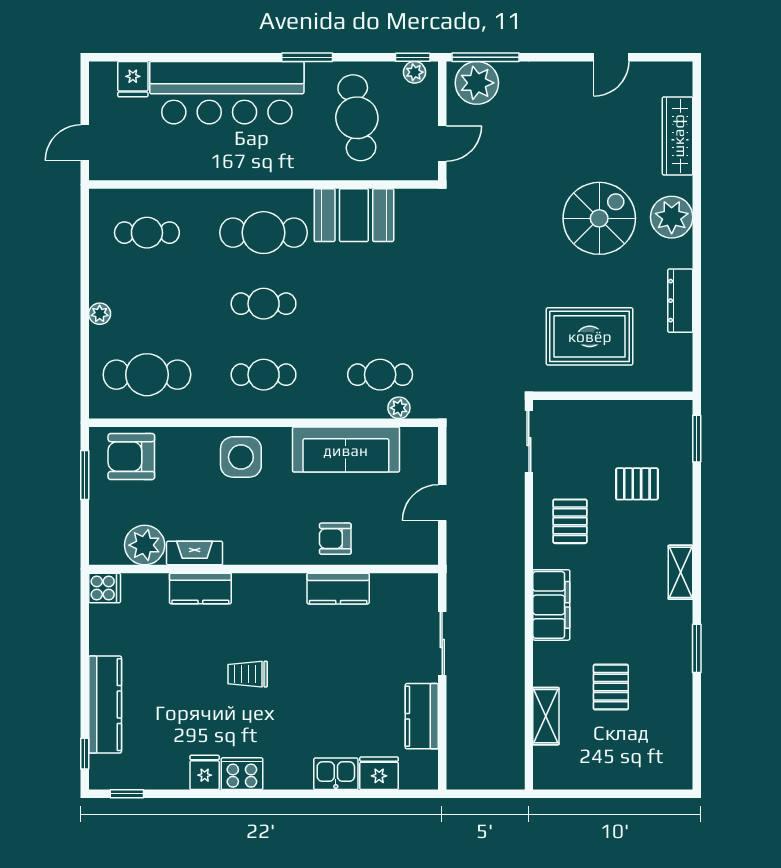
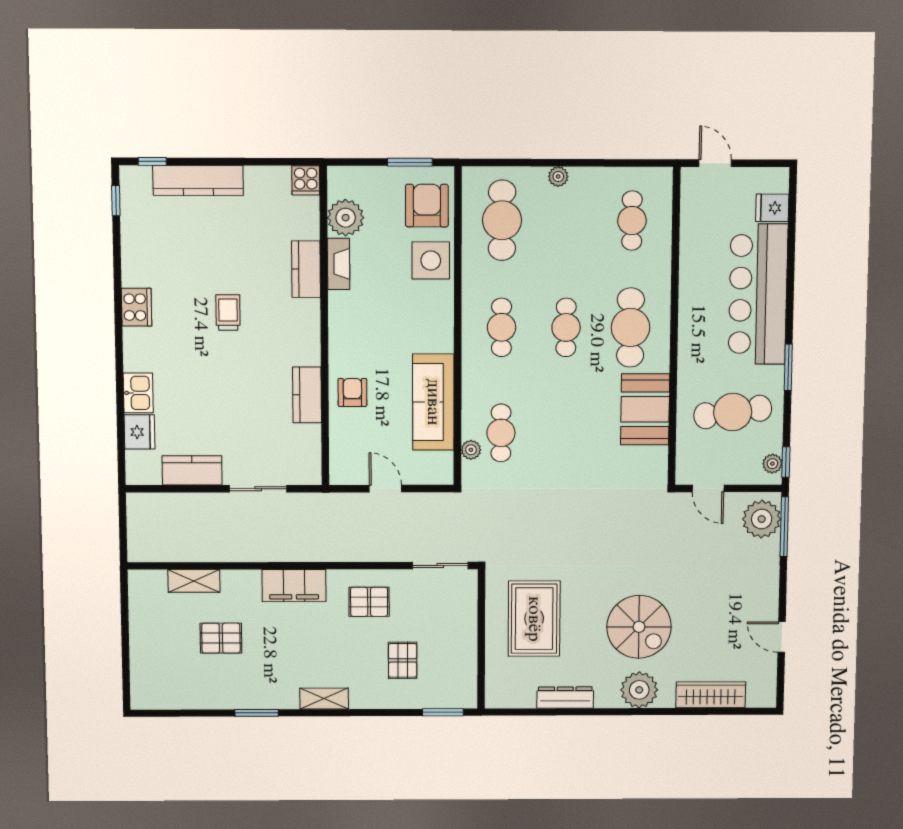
side table: (241, 457) -> (431, 260), moved
fridge: (205, 772) -> (137, 273), removed

